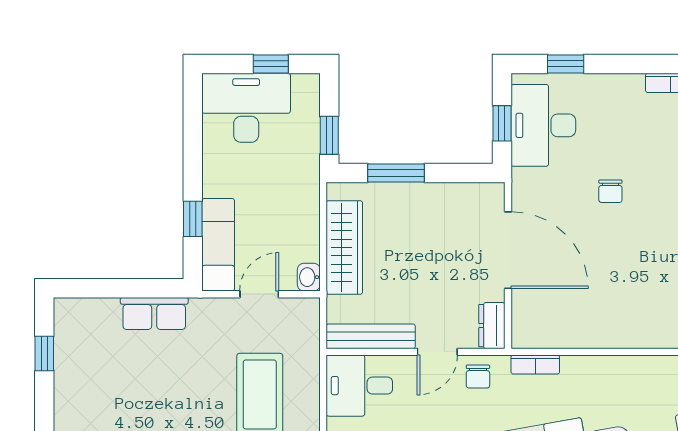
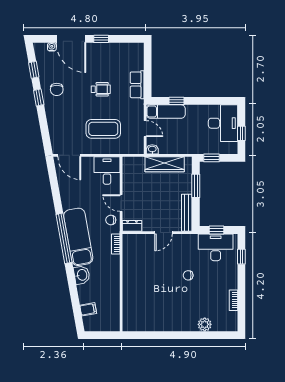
door: (508, 250) -> (164, 233), width x0.53
bench: (371, 336) -> (187, 213), moved
window: (44, 354) -> (101, 39), moved
wheelchair: (165, 401) -> (101, 89), added

